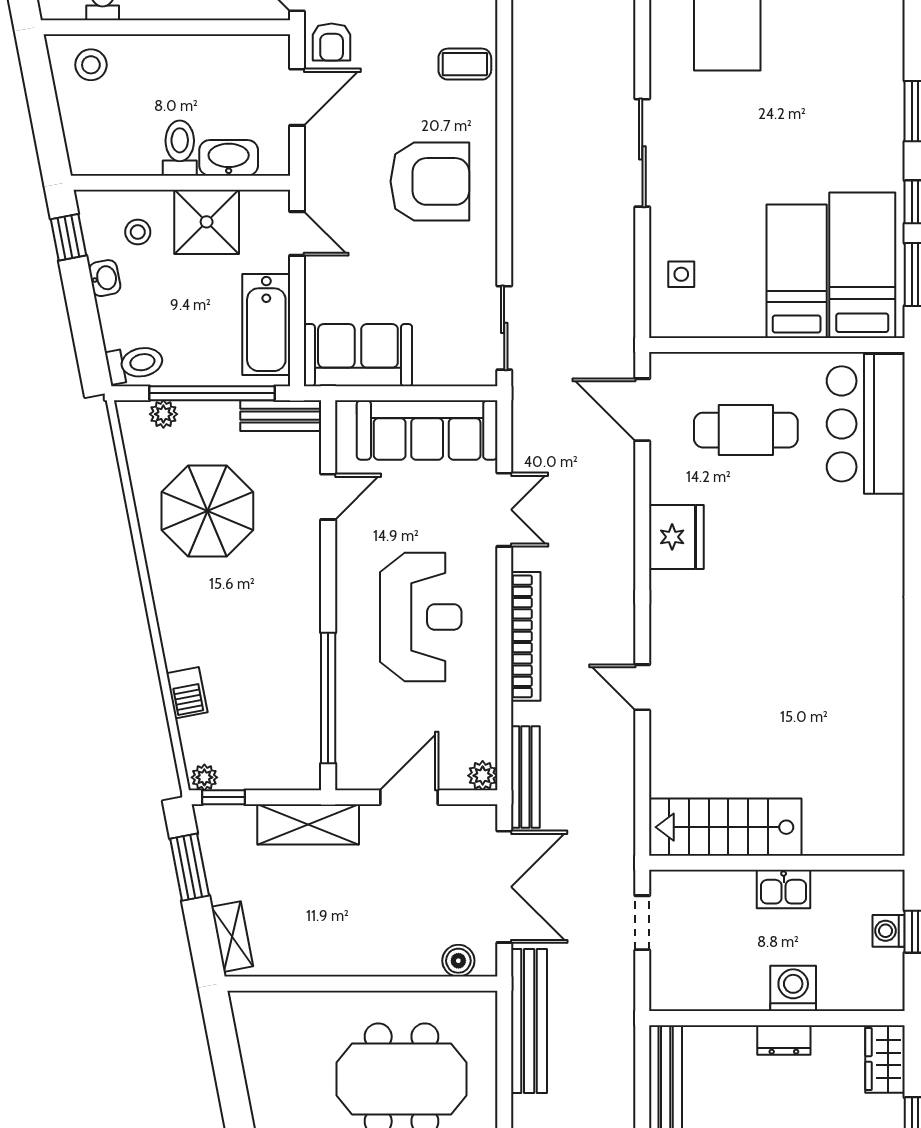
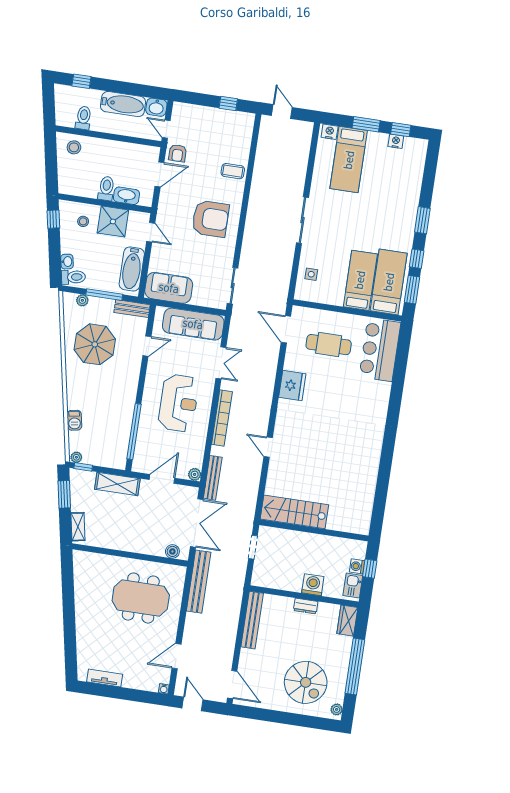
washbasin: (105, 278) -> (67, 262), moved
window: (212, 393) -> (104, 295), width x0.68
kitchen sink: (784, 889) -> (353, 585), moved, turned 90

